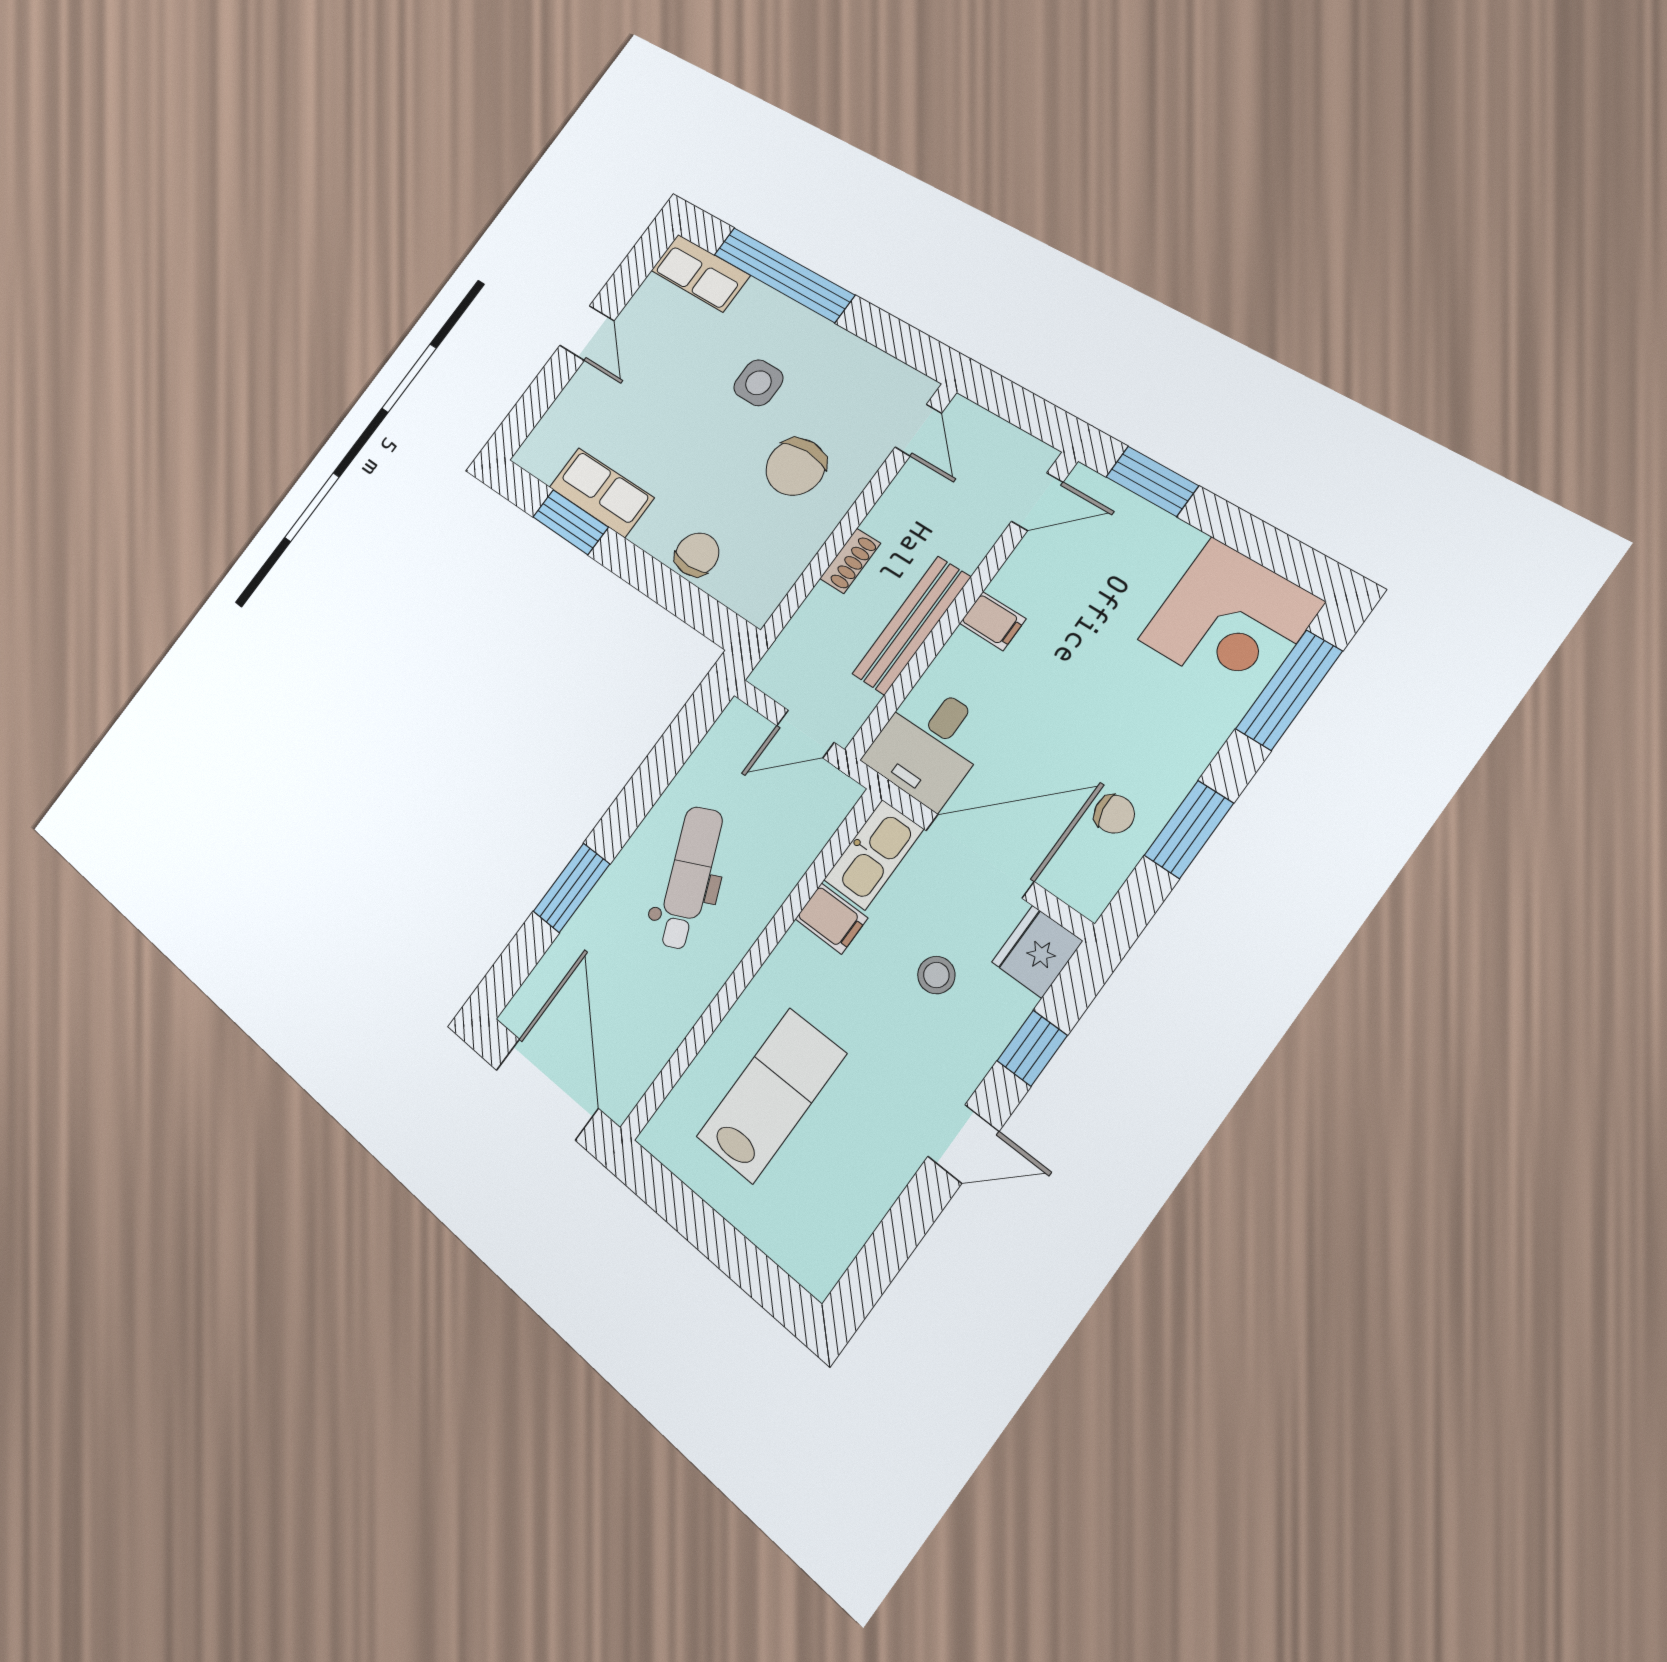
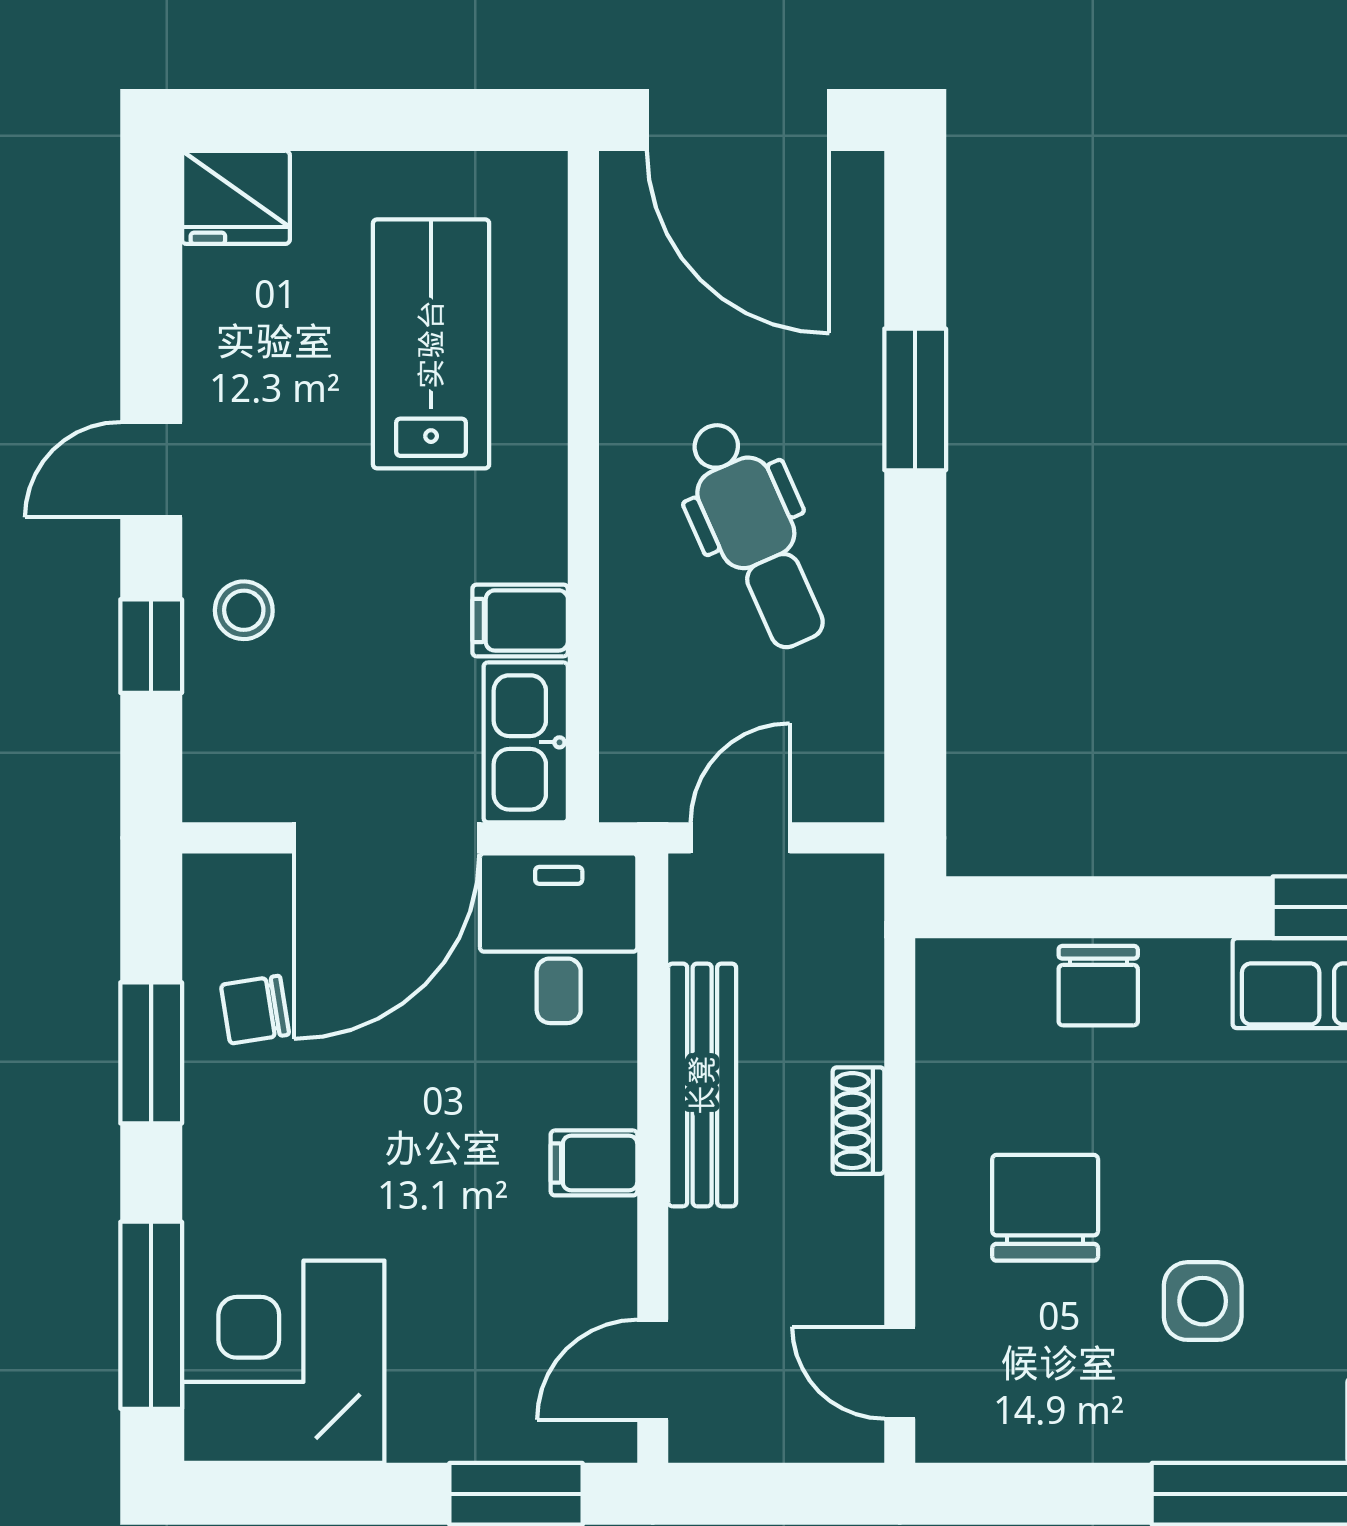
fridge: (1037, 952) -> (236, 197), moved, turned 90
stool: (936, 975) -> (244, 610), moved
lab bench: (771, 1095) -> (431, 344), turned 180

